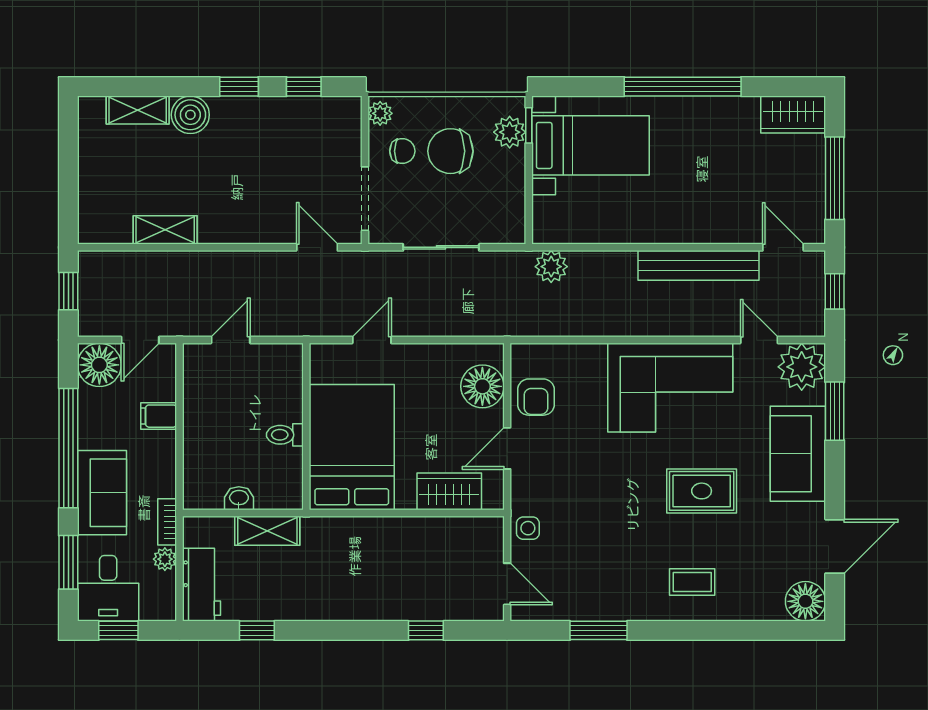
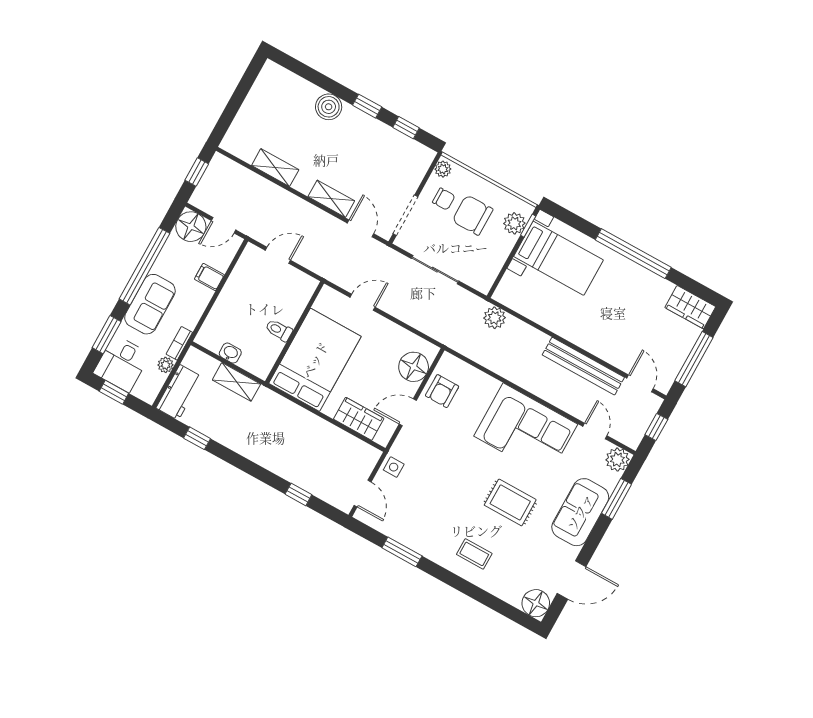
shelving: (138, 110) -> (331, 199), moved
plant: (802, 367) -> (617, 460), width x0.73, depth x0.73

